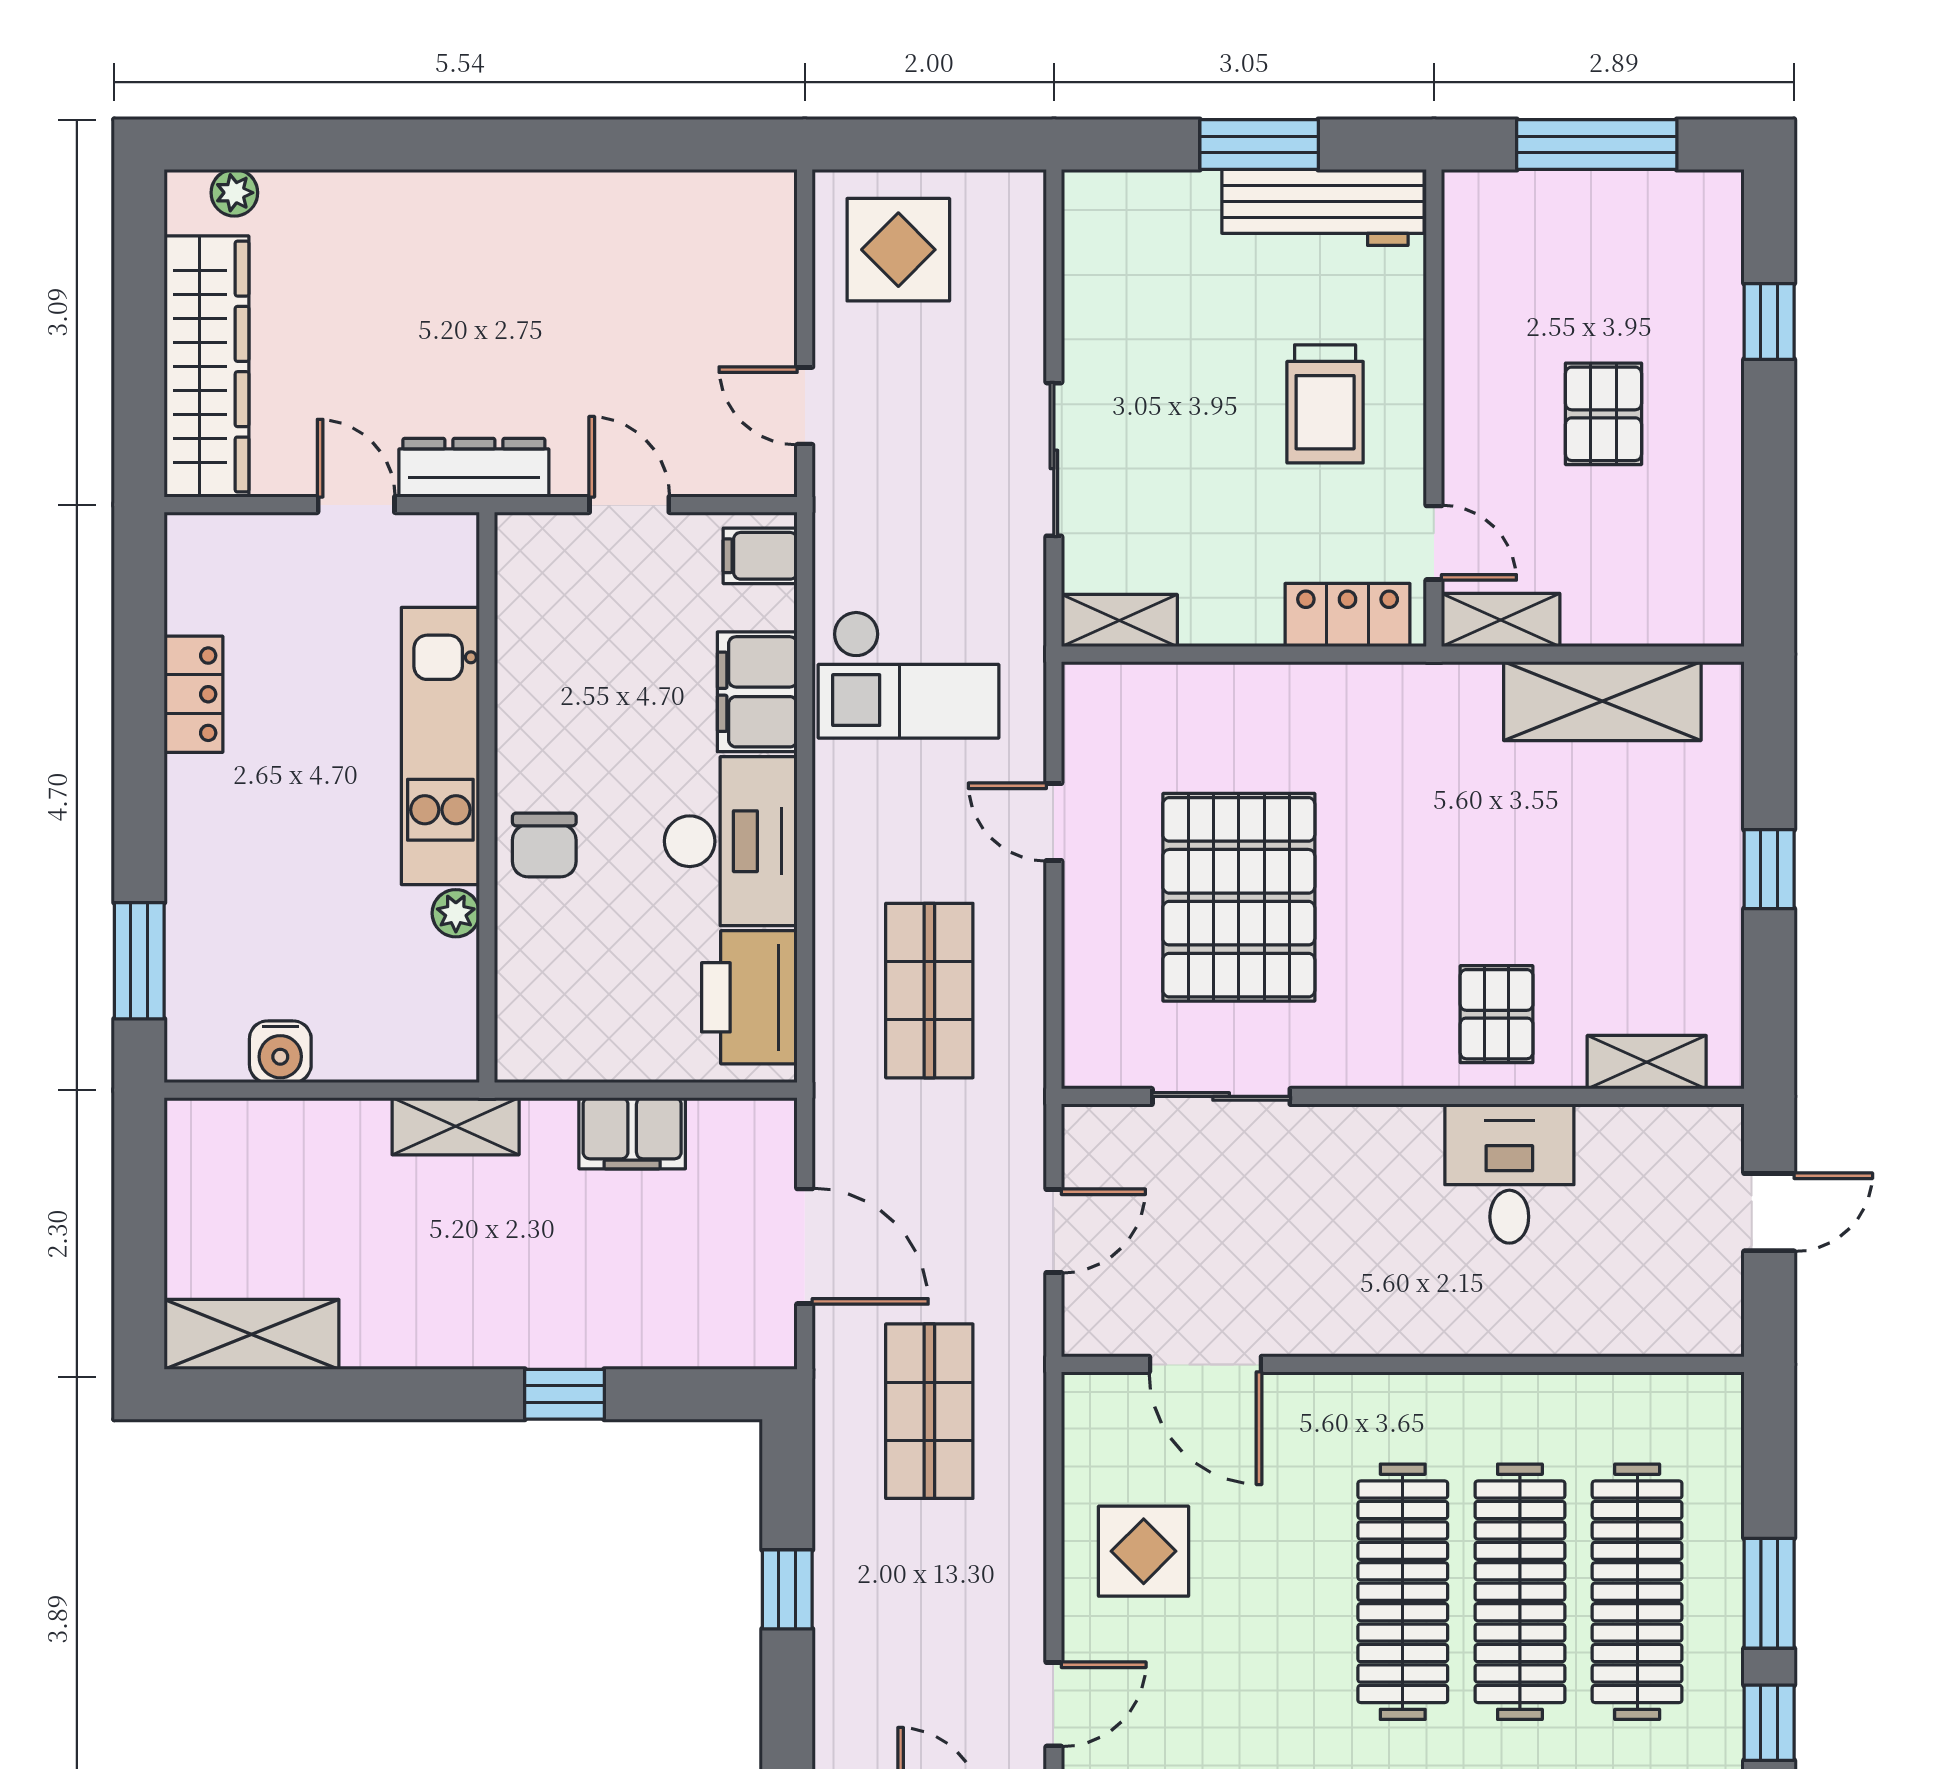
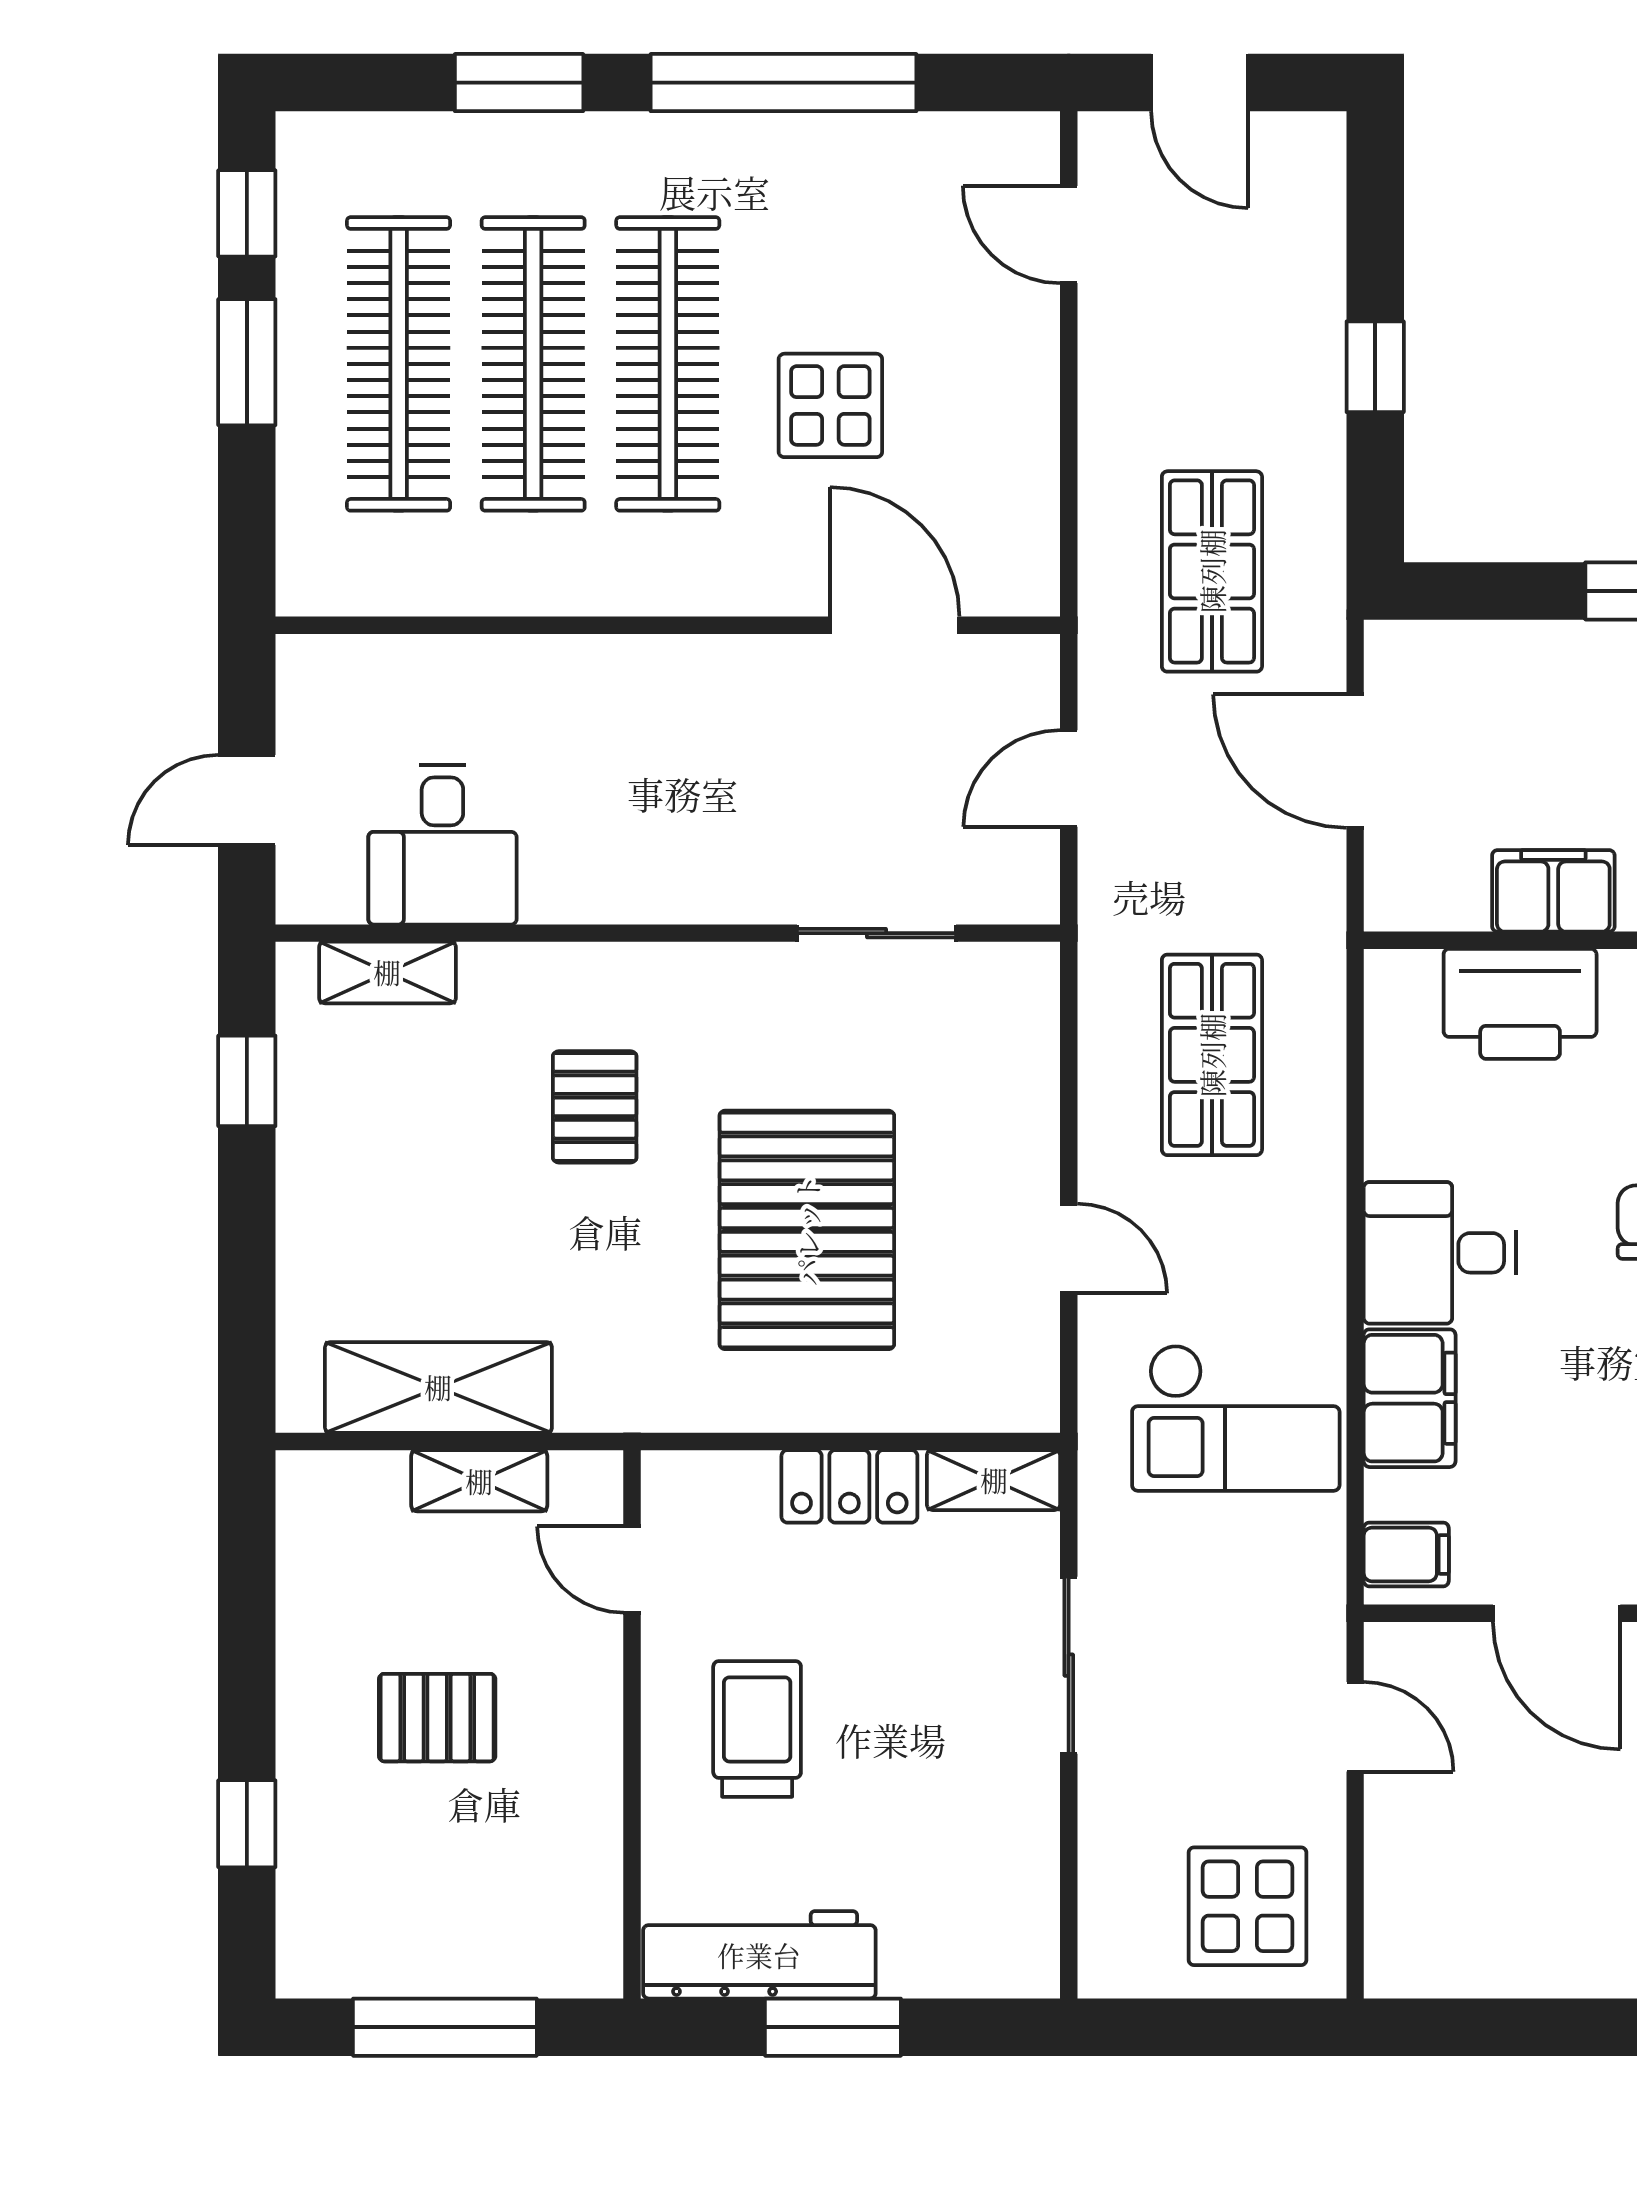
pallet: (1603, 414) -> (437, 1718), turned 90
door: (629, 505) -> (1557, 1613), width x1.38
locker: (1348, 615) -> (849, 1486), moved
shelving: (1501, 620) -> (479, 1481), moved
checkout: (909, 675) -> (1236, 1418), turned 180
desk: (731, 841) -> (1440, 1253), width x0.73
window: (1769, 869) -> (247, 1081), moved
pallet: (1239, 897) -> (807, 1230), moved
printer: (749, 997) -> (1520, 1004), moved, turned 90
pallet: (1497, 1014) -> (595, 1107), moved
desk: (1509, 1174) -> (442, 845), moved
display table: (1144, 1551) -> (830, 405), moved
door: (1054, 1704) -> (1069, 235), hinge flipped

